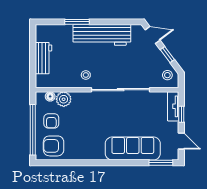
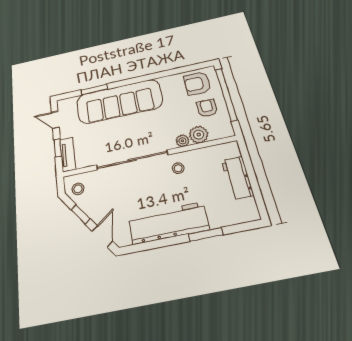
door: (153, 35) -> (102, 236), swing flipped
floor lamp: (50, 96) -> (216, 134), removed
plant: (77, 97) -> (182, 141), added
armchair: (54, 146) -> (197, 83), turned 180
sofa: (133, 148) -> (119, 101), width x1.36, depth x1.27
window: (161, 163) -> (94, 90), moved

